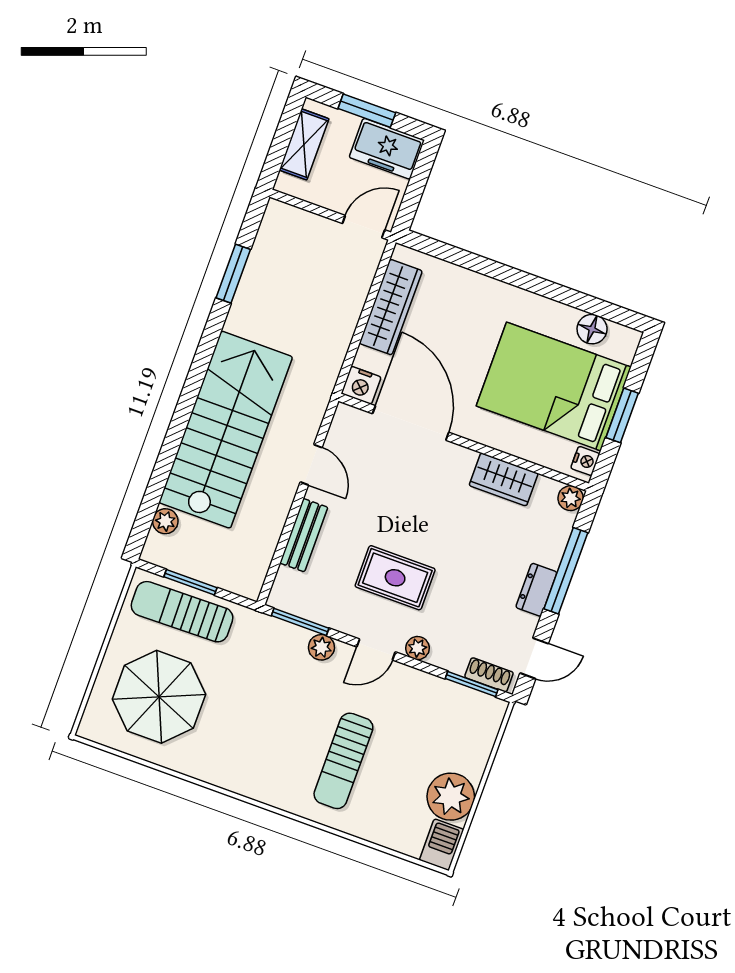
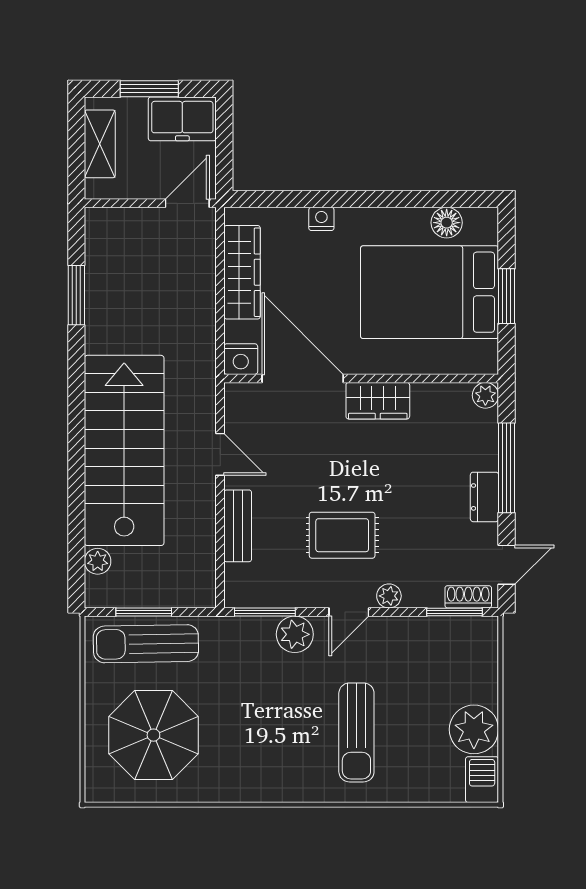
nightstand: (585, 461) -> (321, 219), moved, turned -90
wardrobe: (504, 479) -> (378, 401), moved
plant: (321, 647) -> (295, 634), width x1.38, depth x1.38

